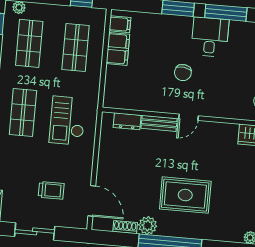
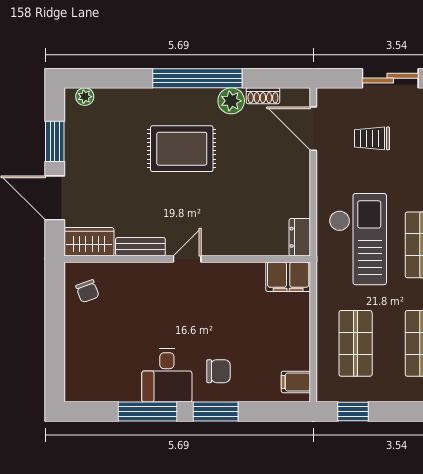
filing cabinet: (118, 49) -> (288, 277), moved, turned -90
chair: (183, 73) -> (218, 371), moved, turned 82
checkout: (67, 121) -> (358, 239), width x1.36, depth x1.21
dresser: (127, 121) -> (300, 237), moved, turned -90
bench: (159, 123) -> (140, 247), moved

